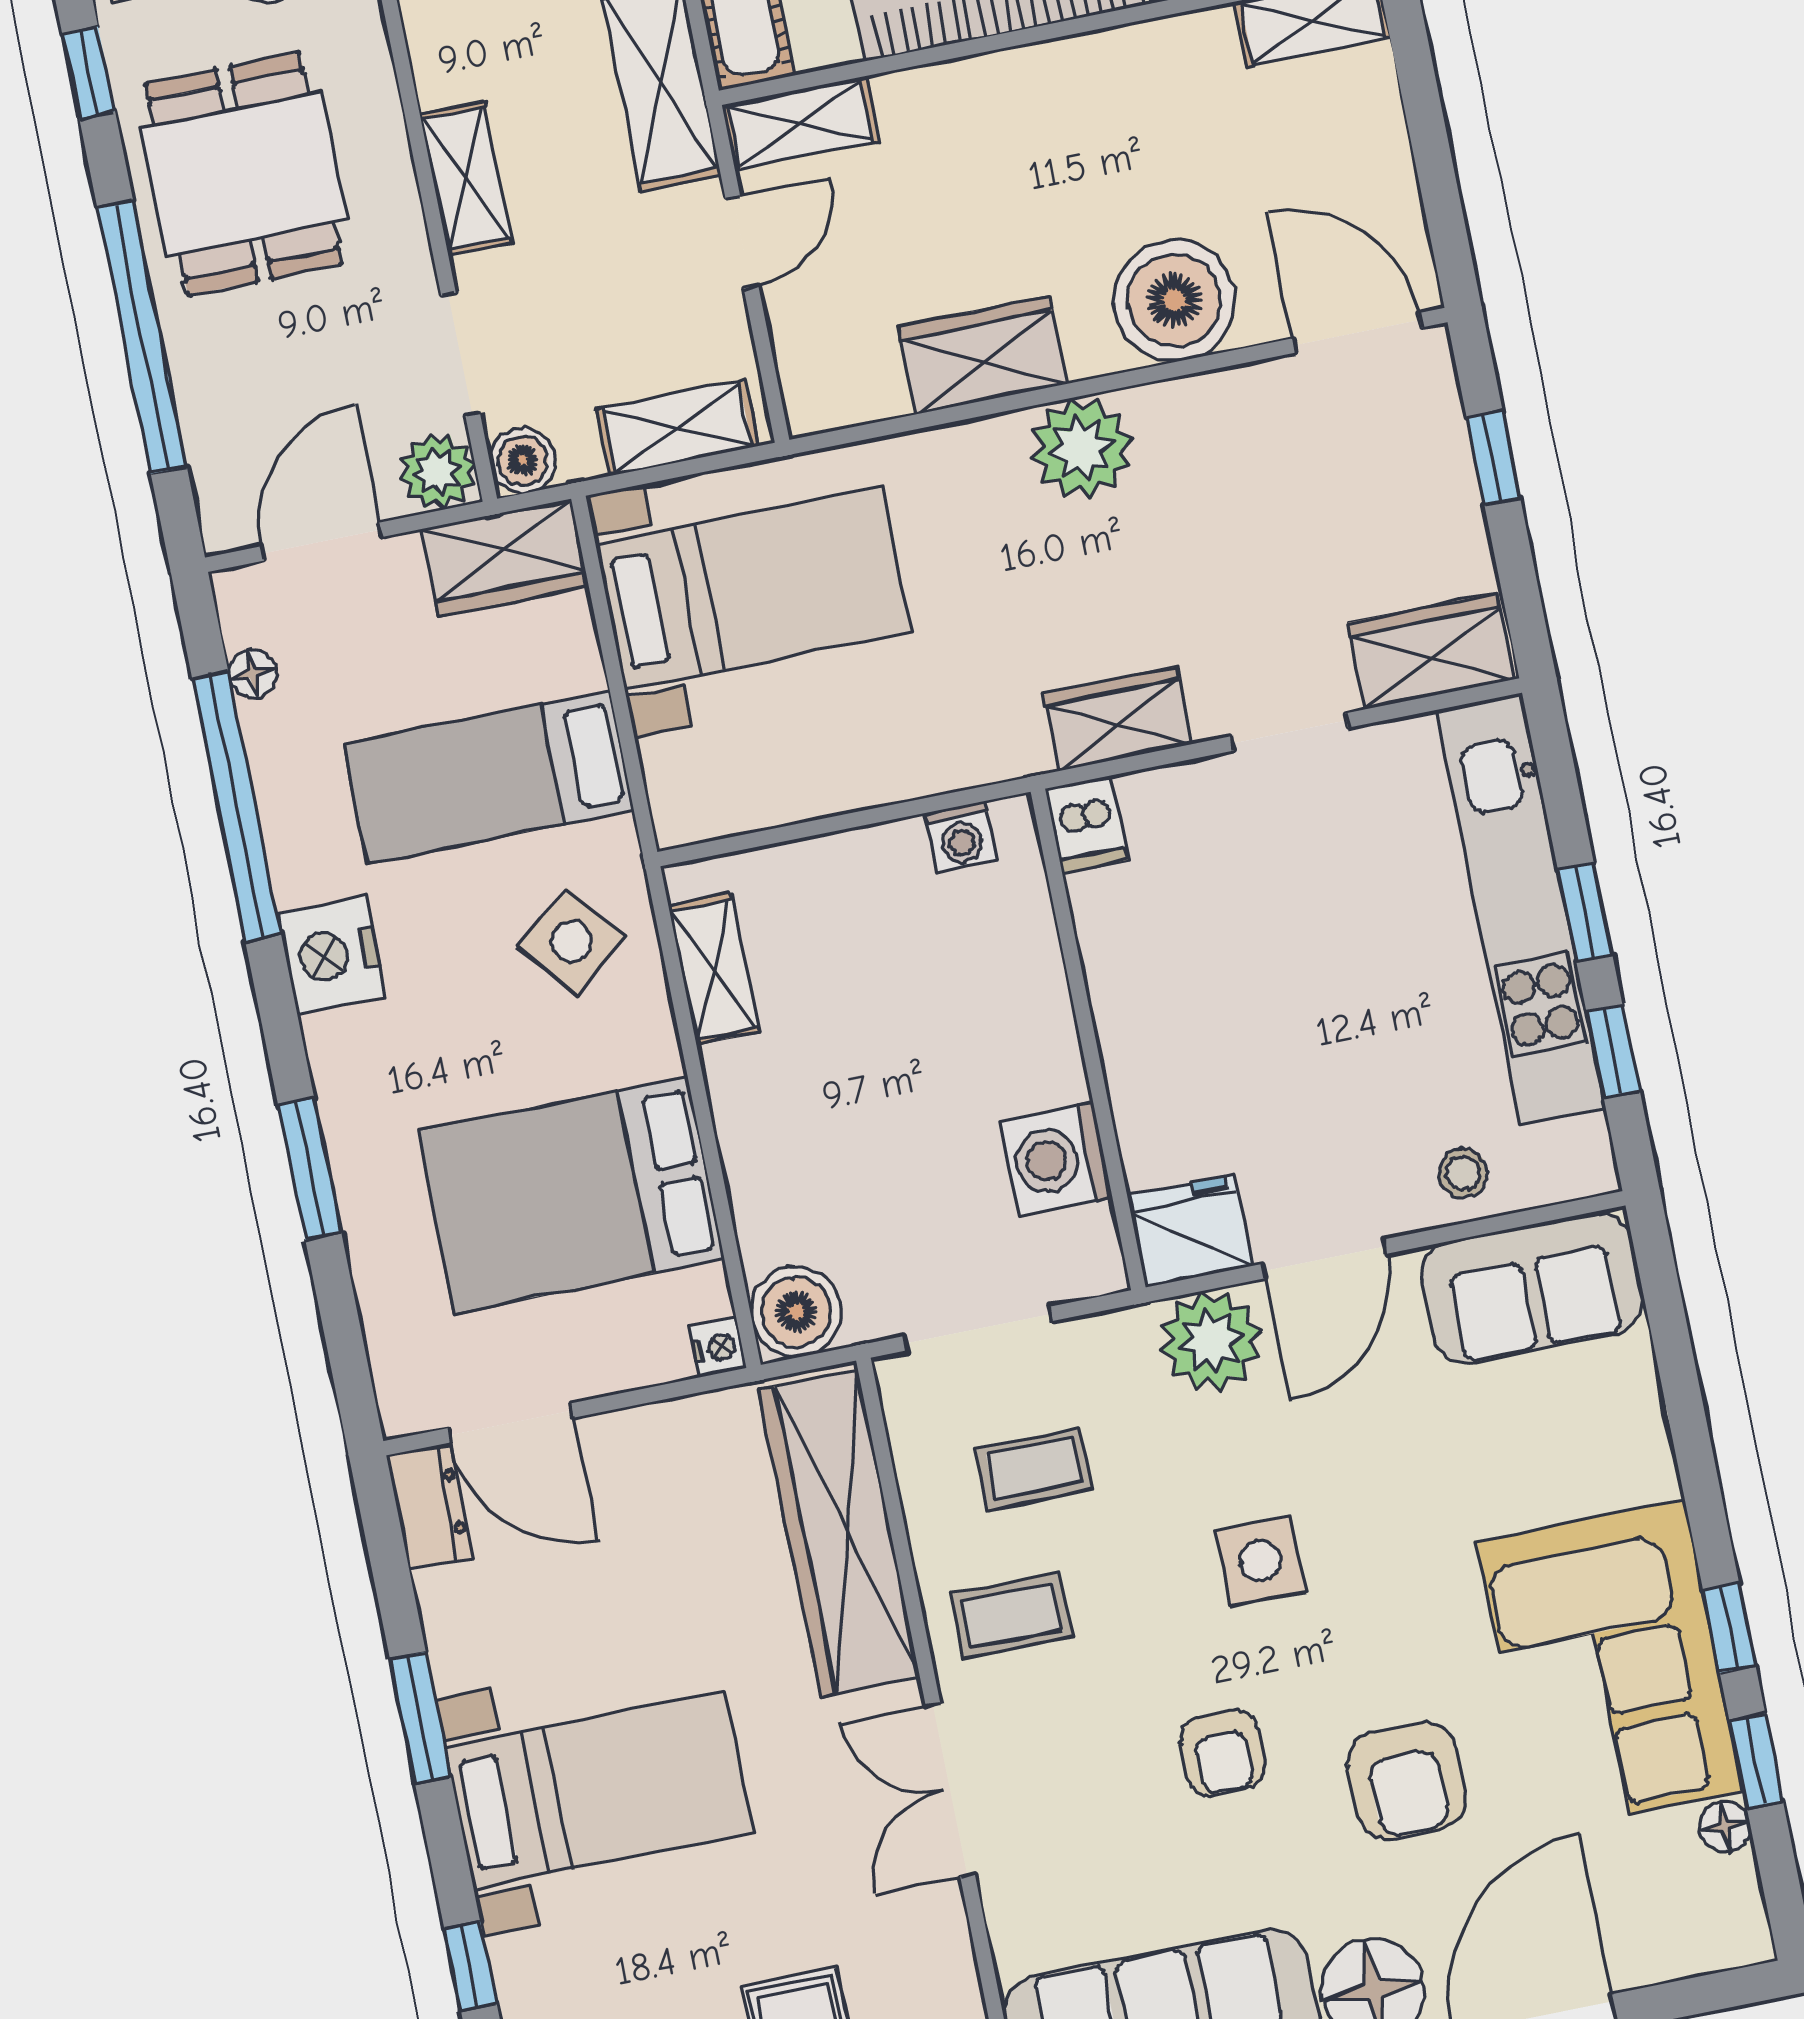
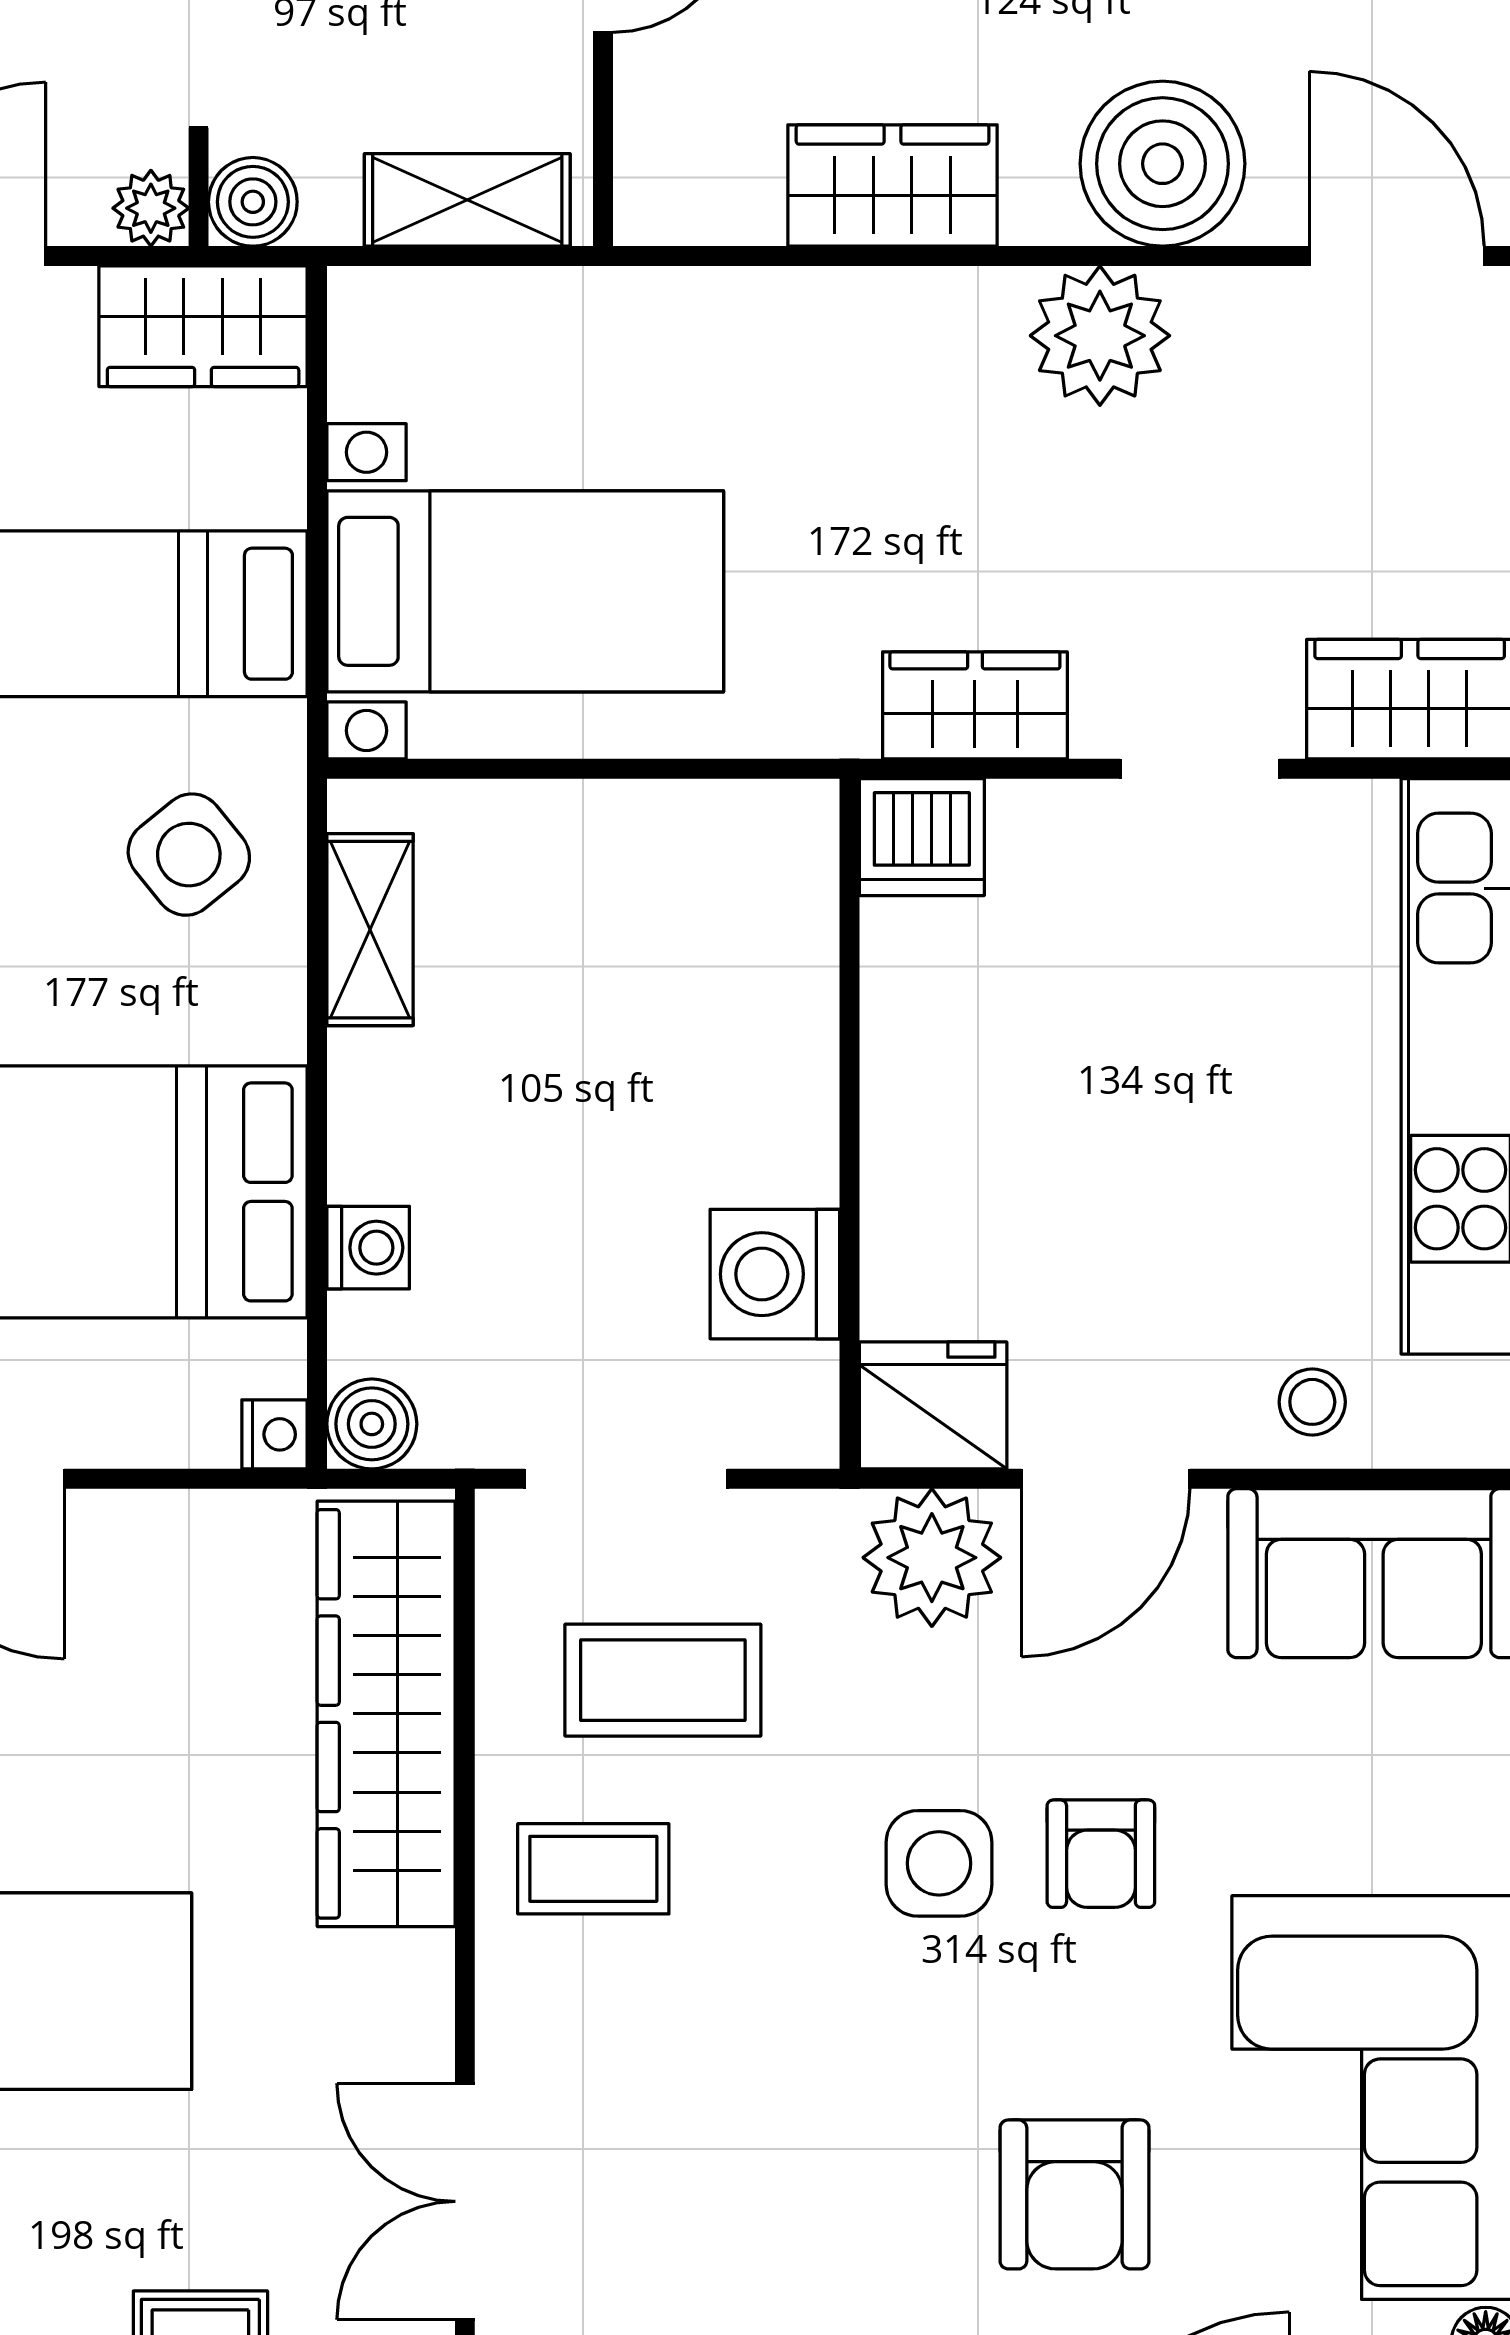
plant: (1081, 448) -> (1100, 336), moved
plant: (438, 472) -> (151, 208), width x0.73, depth x0.73
bed with nightstands: (753, 588) -> (525, 591), moved
dishwasher: (1086, 824) -> (922, 837), width x1.38
washing machine: (961, 837) -> (368, 1248), moved, turned -90
boiler: (796, 1312) -> (372, 1424), width x0.73, depth x0.73
coffee table: (1034, 1469) -> (663, 1680), width x1.36, depth x1.30
armchair: (1222, 1753) -> (1101, 1854), moved
double door: (950, 1790) -> (465, 2201), moved

